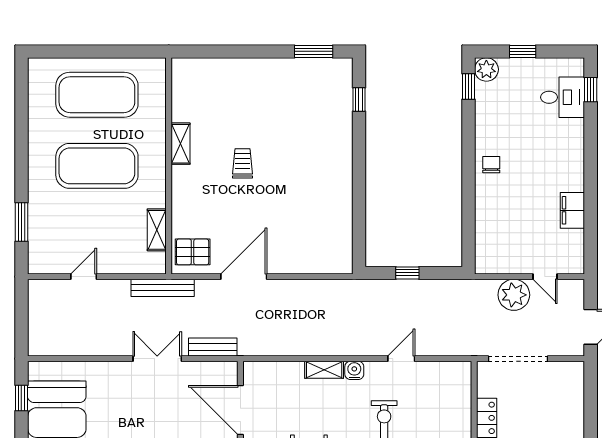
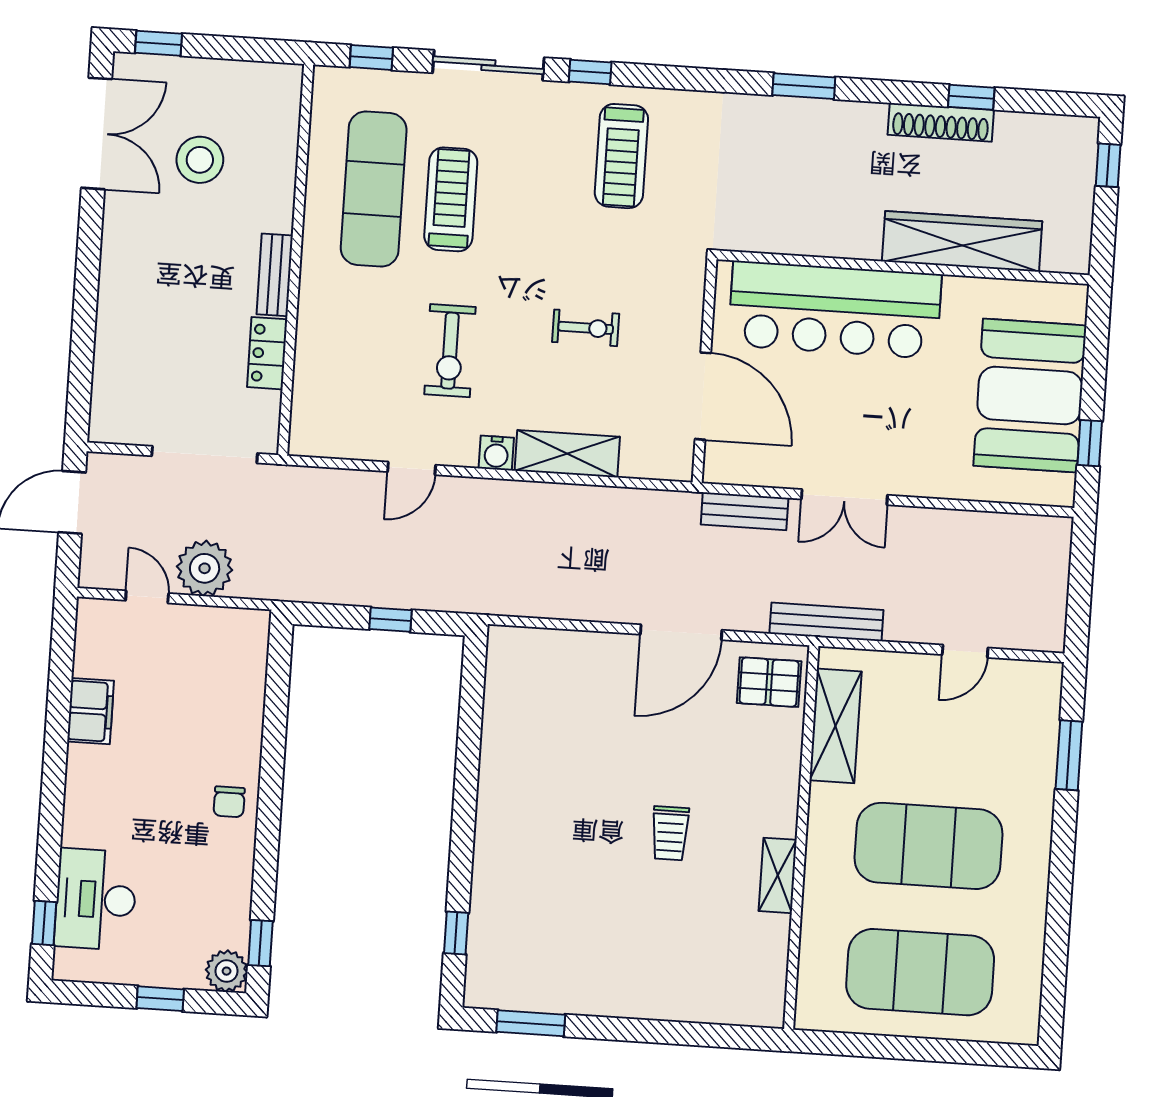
desk: (563, 97) -> (96, 899), width x1.37
shelving: (157, 230) -> (836, 726), width x1.50, depth x1.33
shelving: (324, 370) -> (567, 454), width x1.50, depth x1.33

